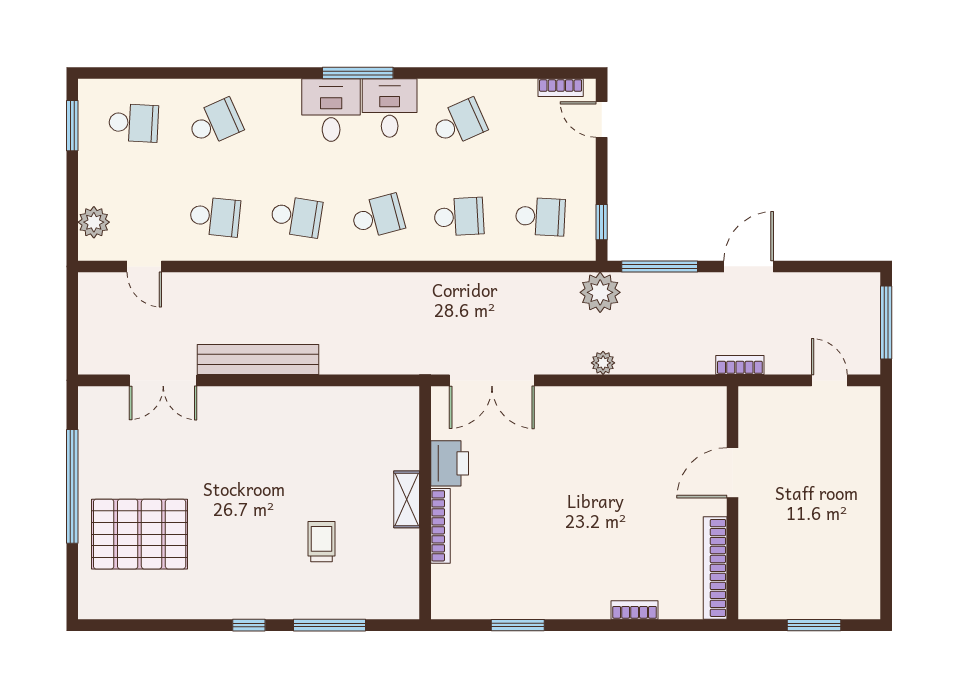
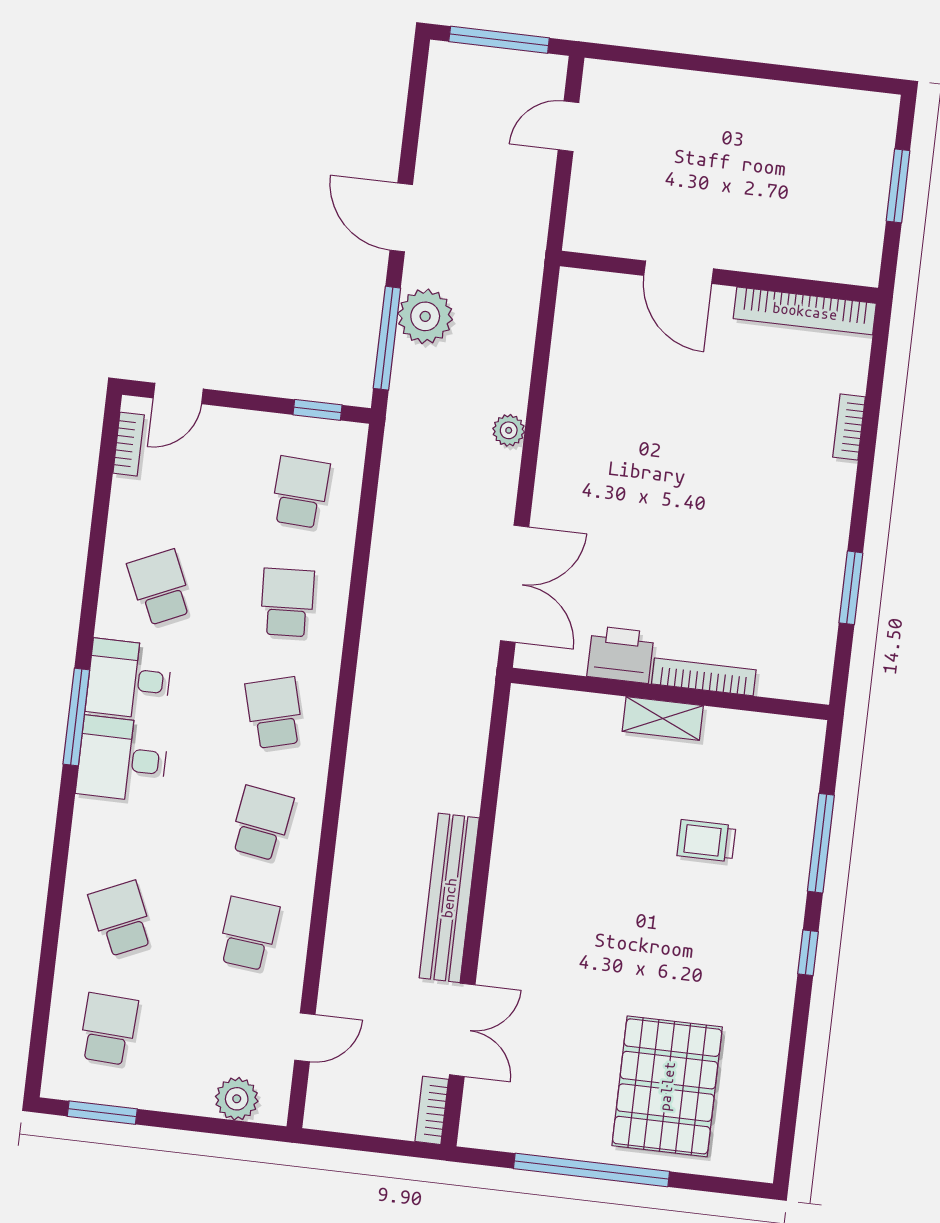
plant: (600, 292) -> (425, 316), moved
bookcase: (740, 365) -> (432, 1110), moved

